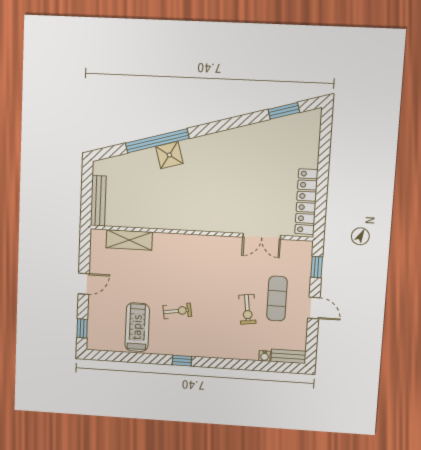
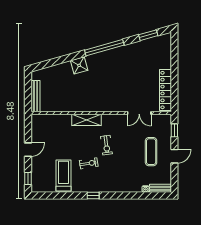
window: (157, 141) -> (104, 48), moved
shelving: (129, 240) -> (87, 120), moved
door: (314, 308) -> (174, 156), hinge flipped
exercise bike: (247, 309) -> (106, 145), moved

